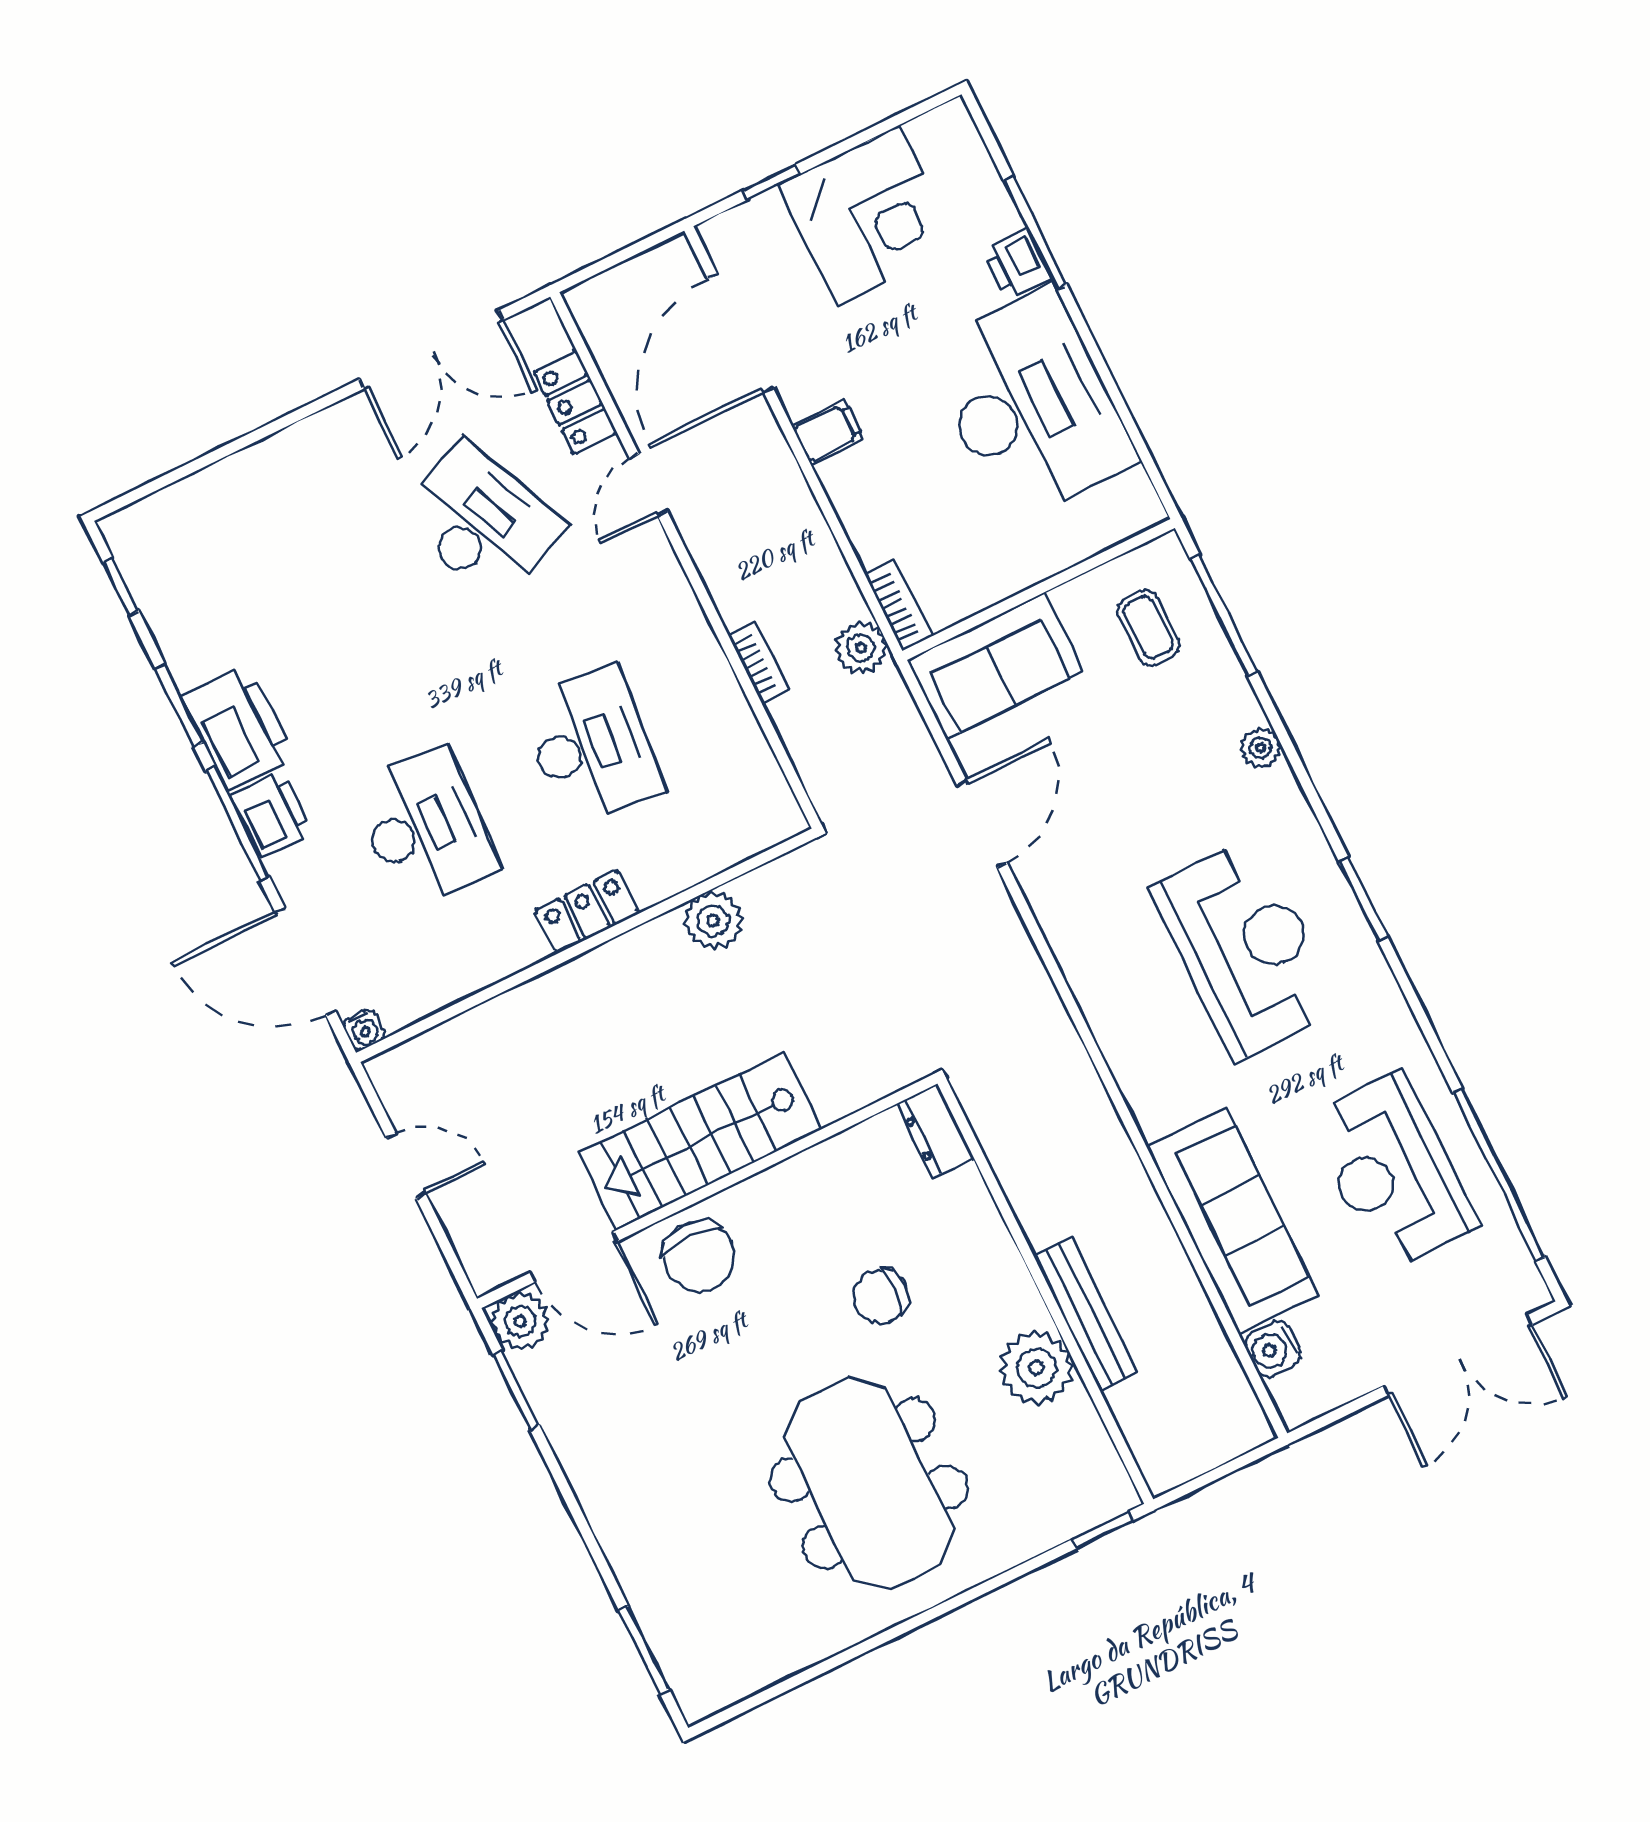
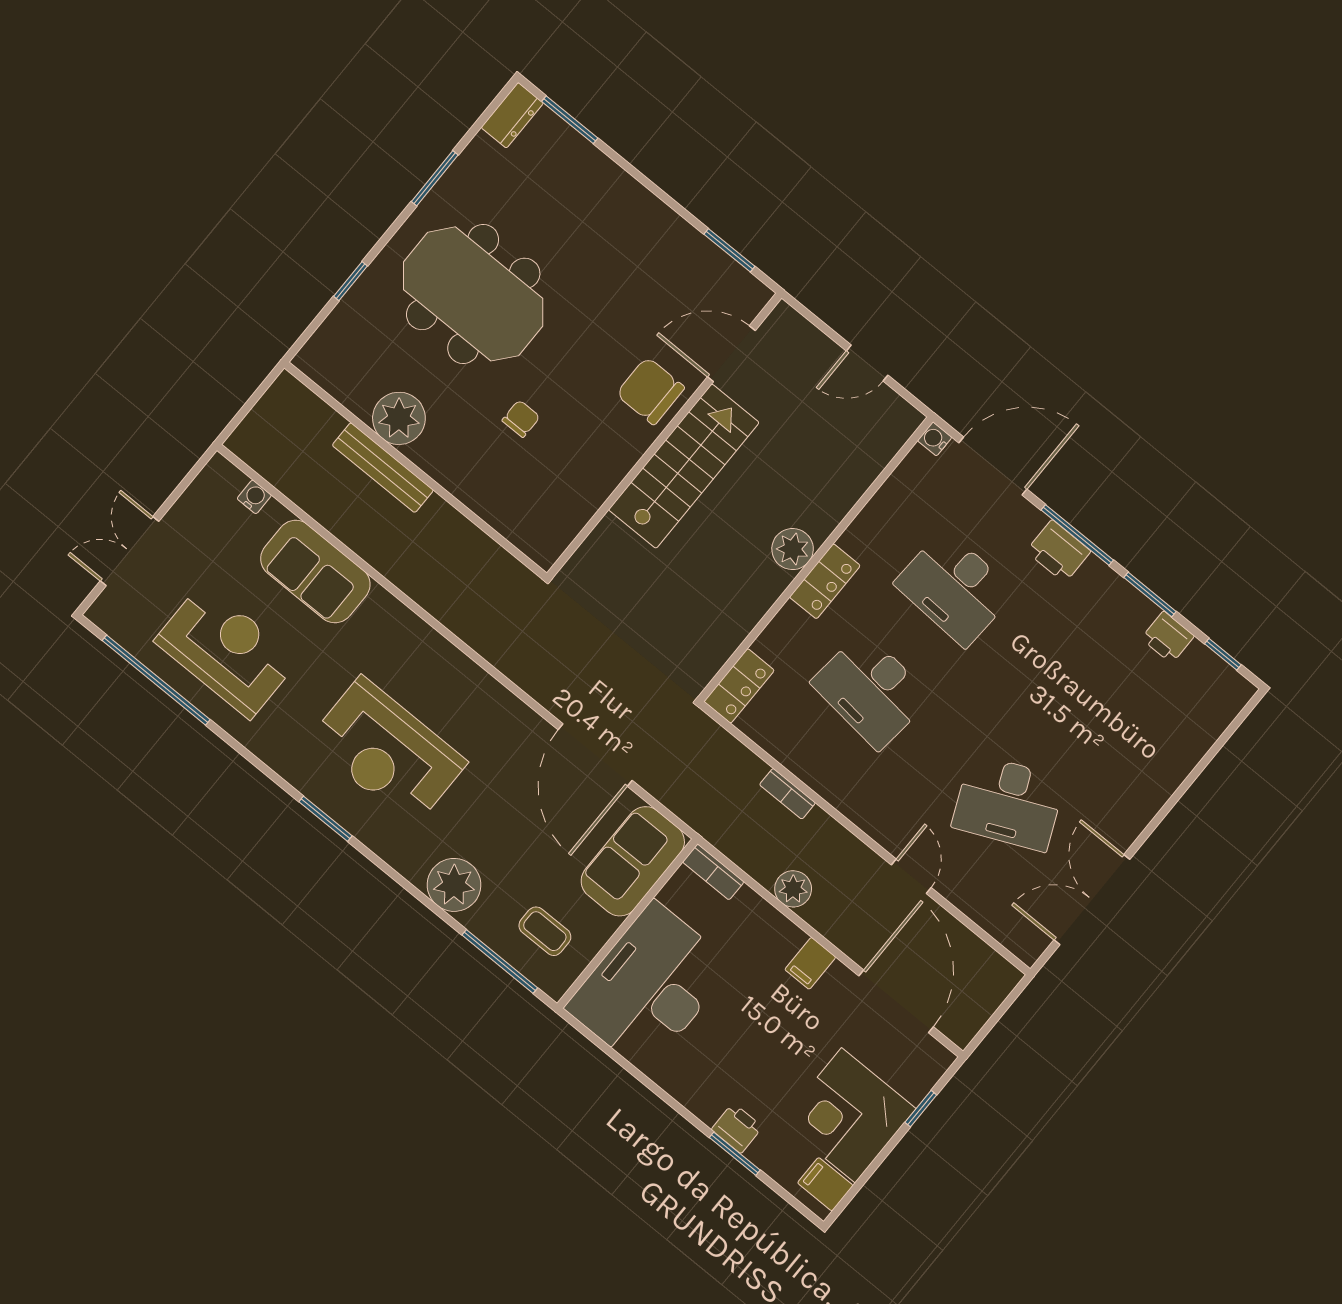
filing cabinet: (937, 141) -> (825, 1184), added
window: (1035, 233) -> (735, 1154), width x0.69
locker: (575, 402) -> (739, 686), moved, turned 90
desk: (1031, 405) -> (650, 987), moved, turned 90
plant: (861, 648) -> (793, 889), moved
printer: (238, 727) -> (1168, 637), moved, width x0.53, depth x0.68
plant: (1261, 748) -> (454, 885), width x1.88, depth x1.88
door: (982, 824) -> (595, 755), width x1.36
plant: (713, 921) -> (793, 549), moved
dresser: (935, 1131) -> (512, 115), moved, turned 90
sofa: (1232, 1221) -> (315, 572), width x0.73
chair: (881, 1296) -> (521, 419), width x0.73, depth x0.73
plant: (520, 1321) -> (747, 296), removed
water cooler: (1273, 1349) -> (254, 497), width x0.72, depth x0.72
double door: (1458, 1355) -> (129, 551), width x0.73
window: (1103, 1530) -> (351, 281), moved
window: (851, 1654) -> (435, 178), added

